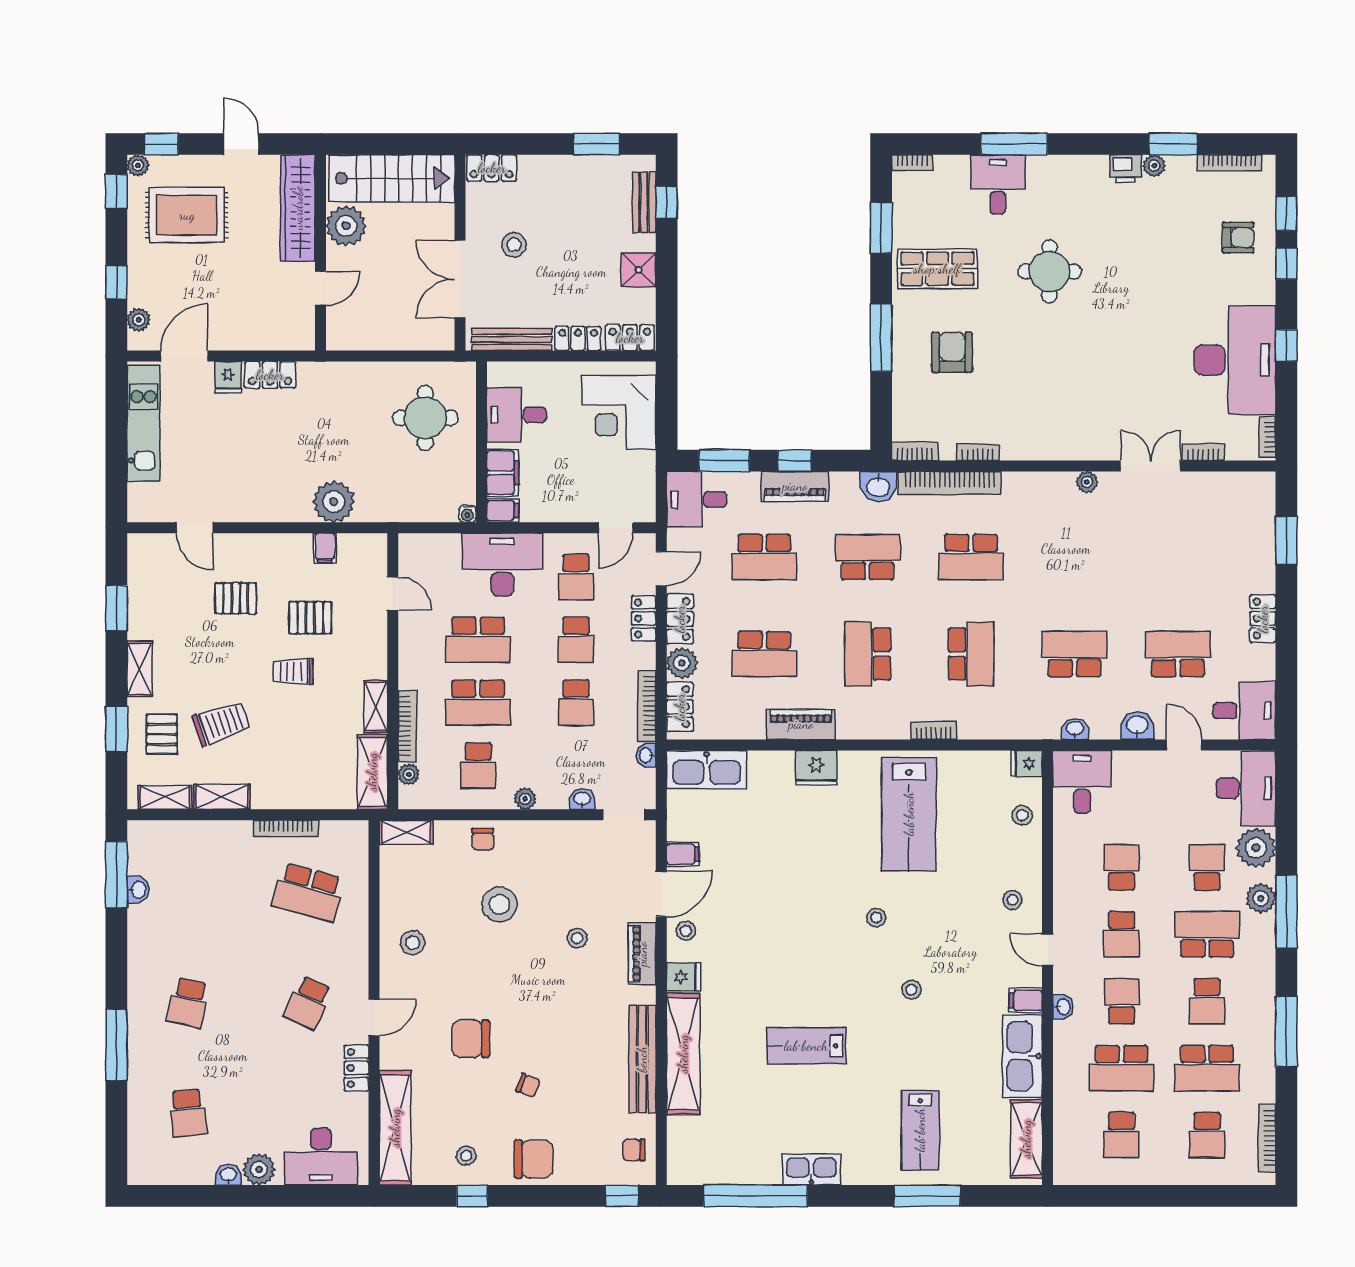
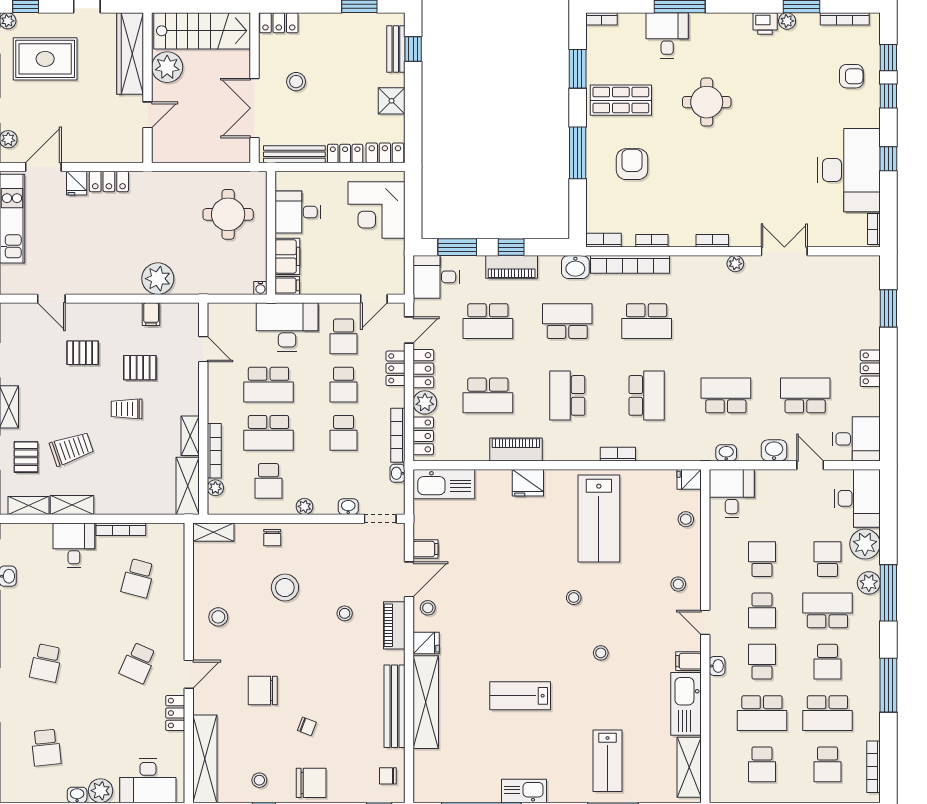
bookcase: (1203, 452) -> (712, 241), moved
desk: (224, 849) -> (74, 545), added
school desk: (308, 892) -> (138, 578), width x0.54

